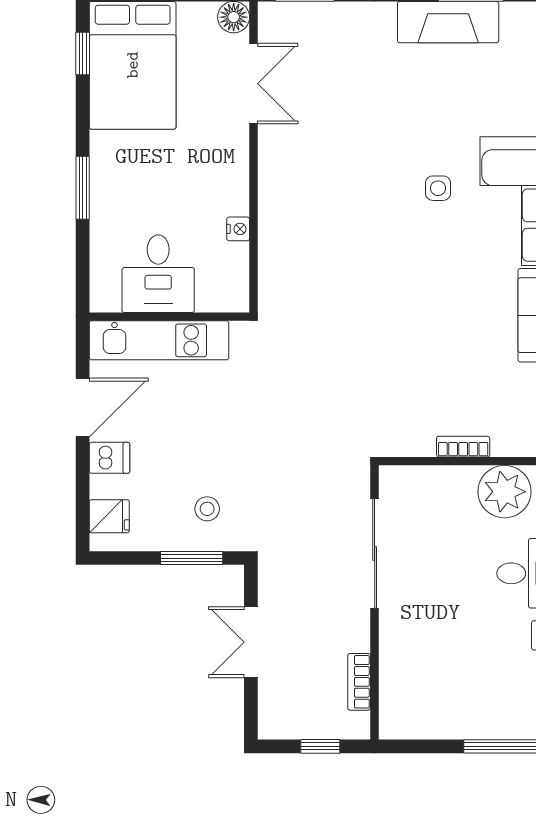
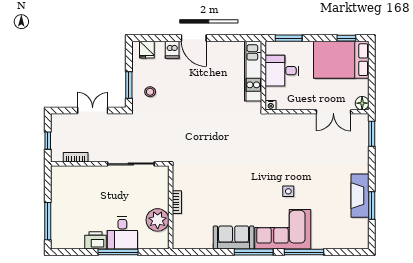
desk: (158, 274) -> (282, 71), moved
wall: (169, 317) -> (263, 76), moved
kitchen unit: (159, 340) -> (253, 71), moved

